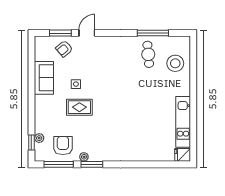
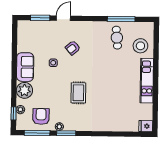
armchair: (64, 49) -> (73, 48), moved
sofa: (44, 78) -> (25, 67), moved
rug: (79, 107) -> (78, 93), moved, turned 90
plant: (44, 116) -> (24, 90), added
kitchen unit: (183, 122) -> (147, 81), moved

